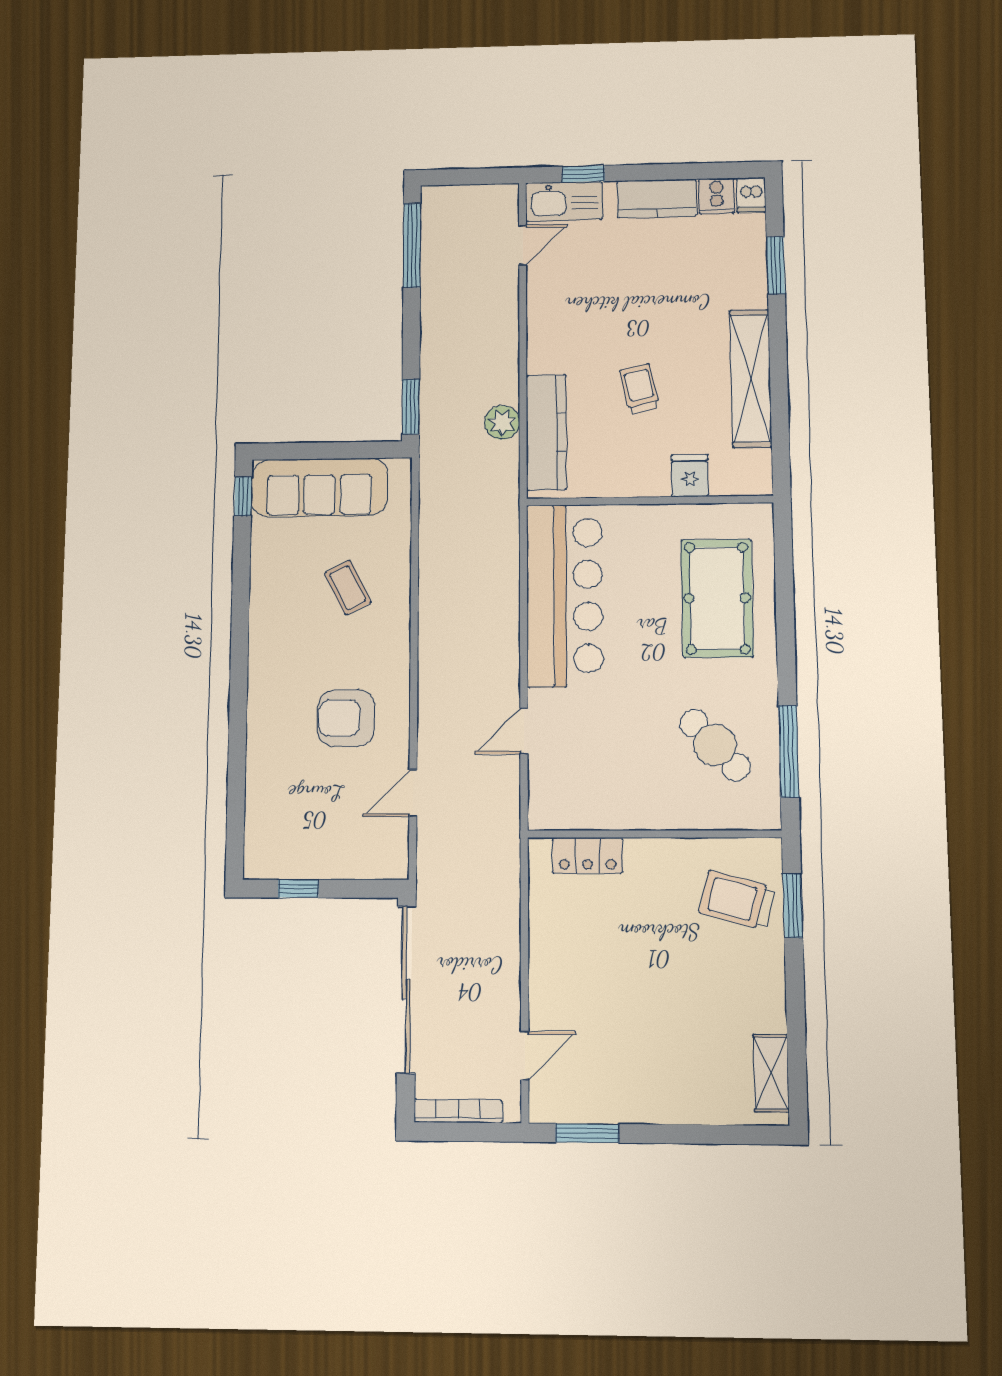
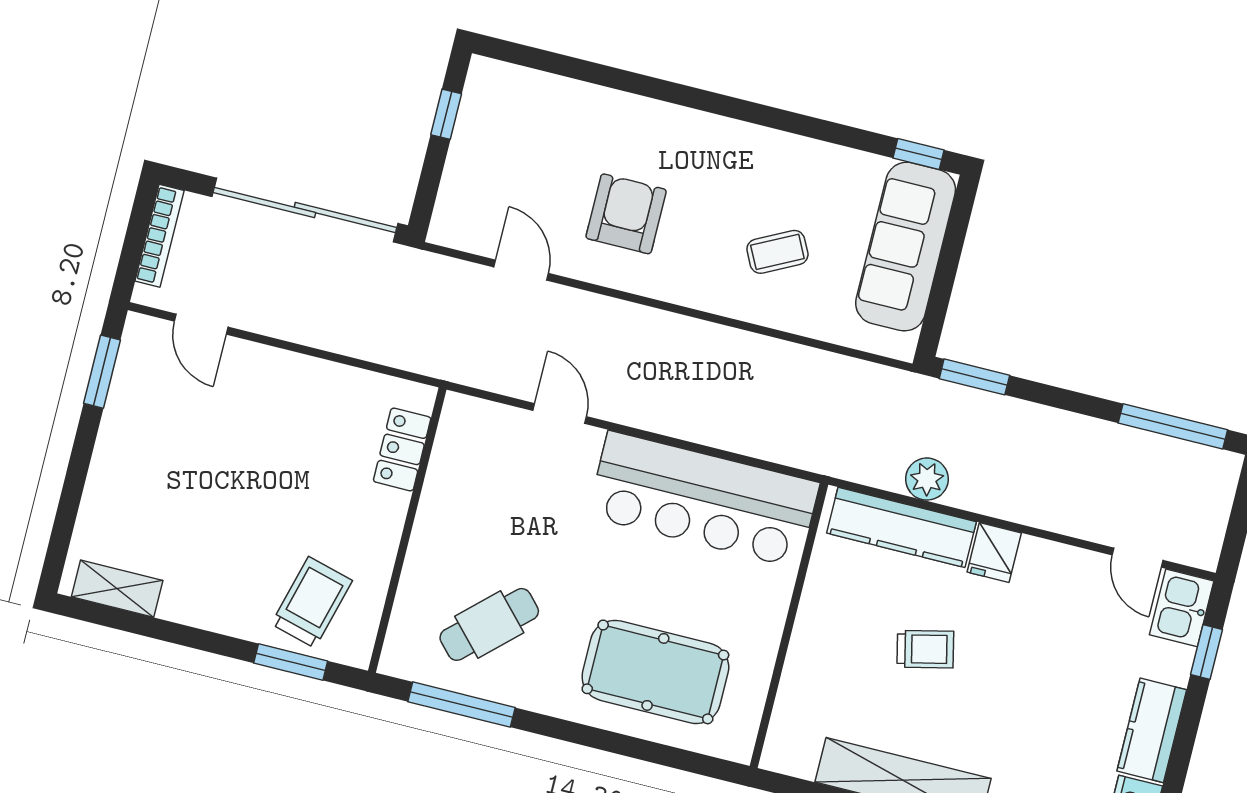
kitchen sink: (564, 201) -> (1182, 608), width x0.73
fridge: (690, 476) -> (994, 553), moved, turned 90

